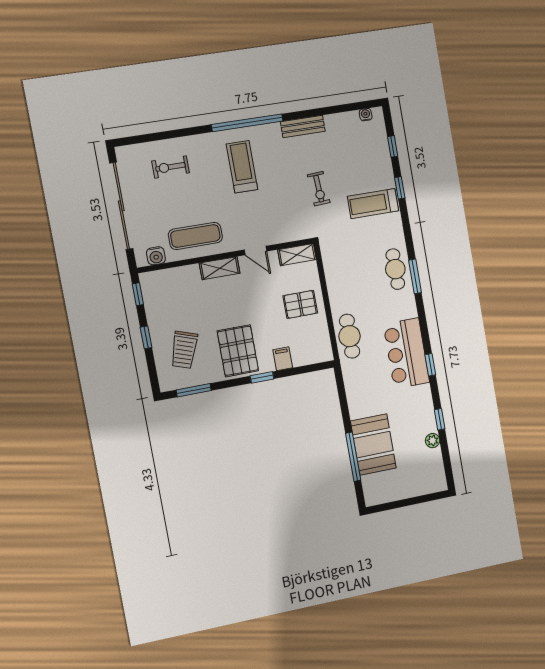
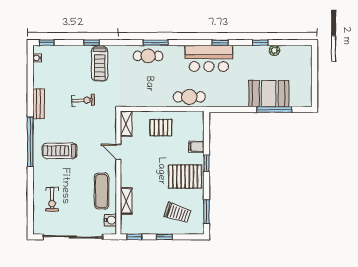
window: (393, 146) -> (47, 43), moved
door: (255, 251) -> (118, 152), swing flipped
shelving: (220, 268) -> (126, 201), moved
pallet: (300, 304) -> (161, 128), turned 90

